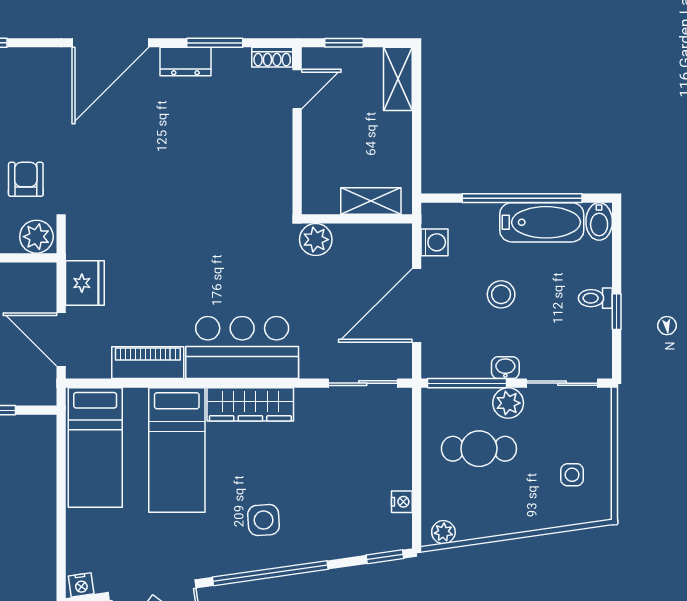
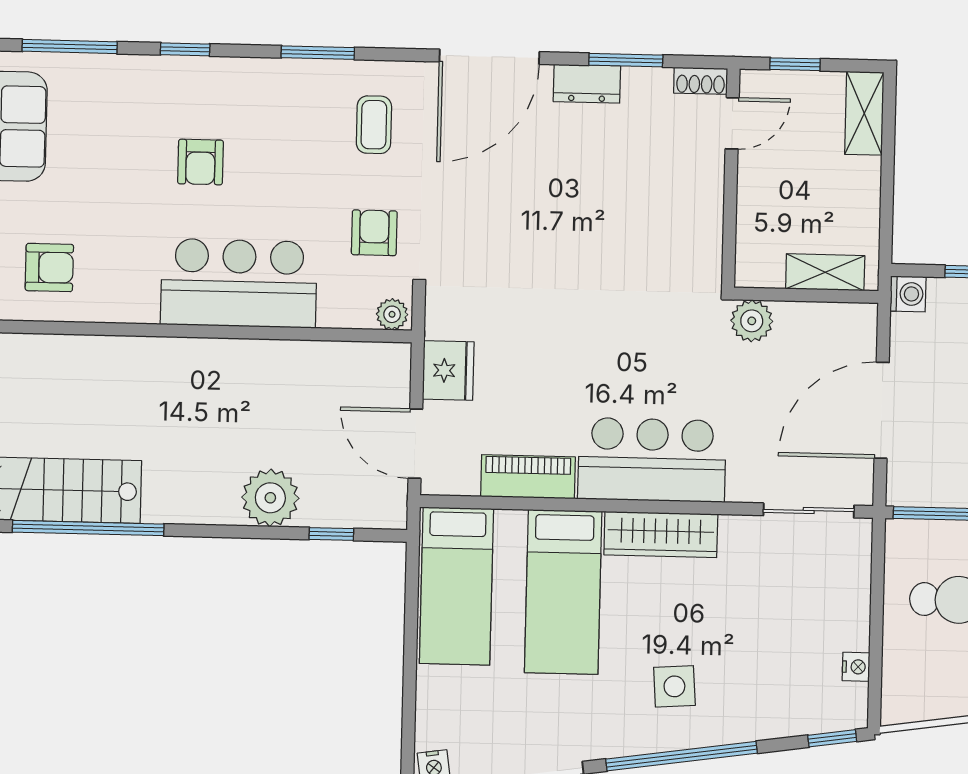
coffee table: (24, 97) -> (374, 125), added
plant: (36, 237) -> (392, 314), width x0.73, depth x0.73
washing machine: (435, 242) -> (908, 294), moved
plant: (443, 532) -> (909, 708), removed

